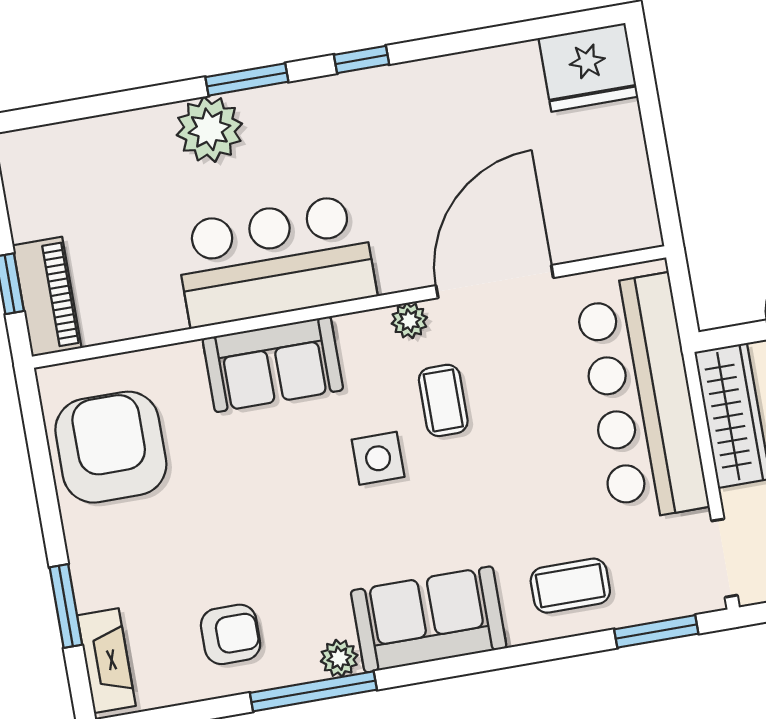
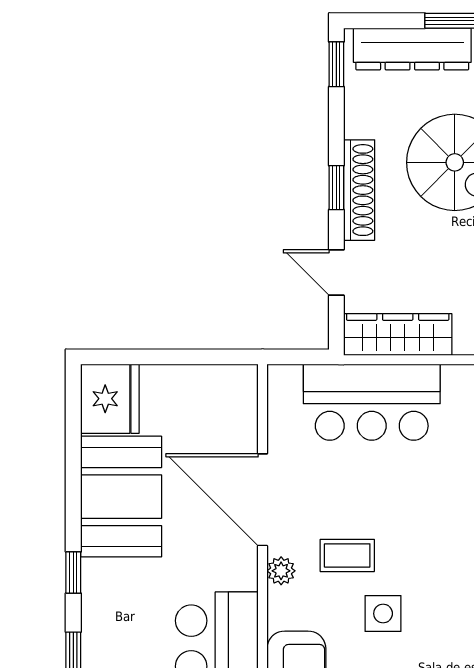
booth: (468, 103) -> (121, 497), added
bar counter: (641, 398) -> (372, 402), width x0.73

